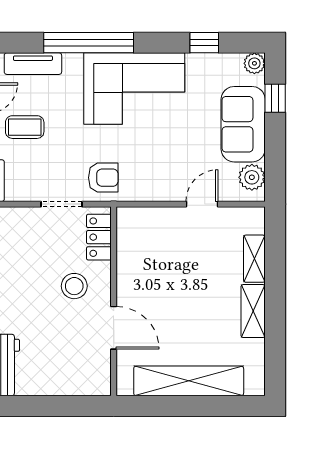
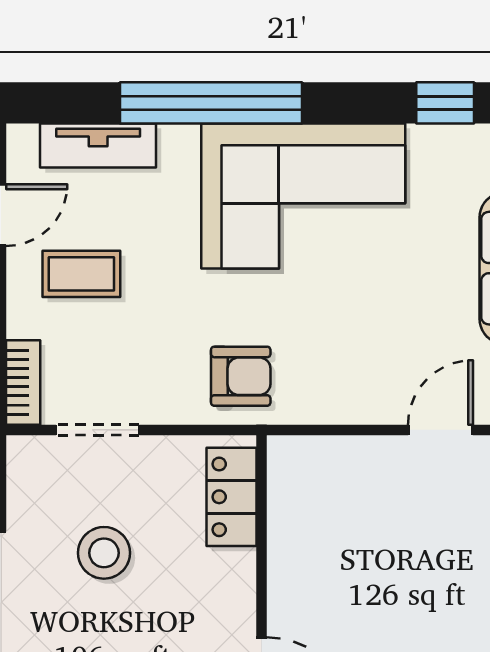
doorway: (62, 204) -> (98, 430), moved
stool: (74, 286) -> (104, 553), moved

